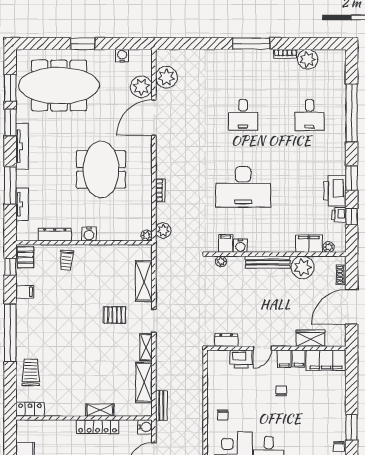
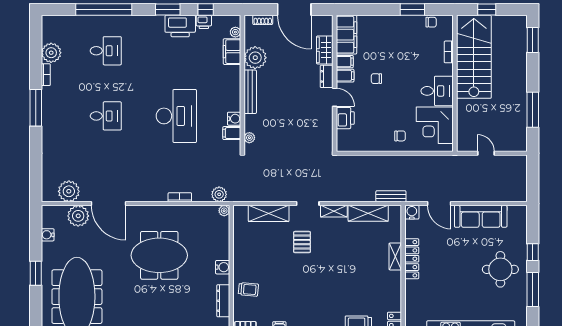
dresser: (226, 340) -> (327, 76), moved

